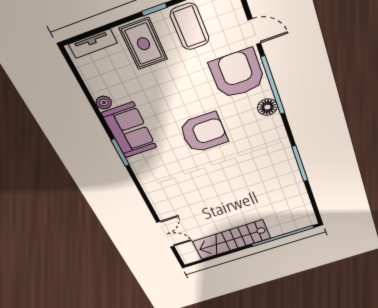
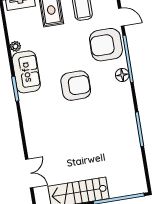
armchair: (237, 74) -> (106, 45), turned -90

